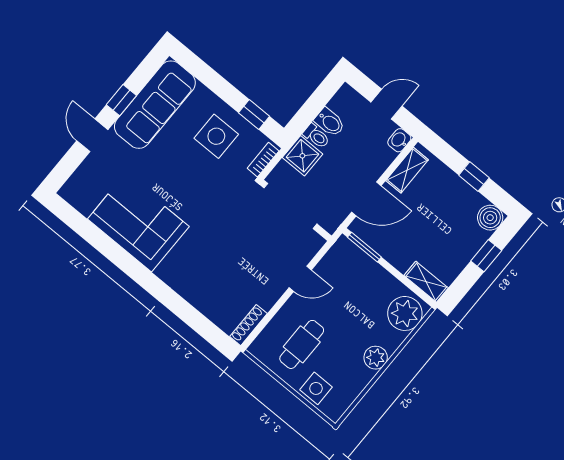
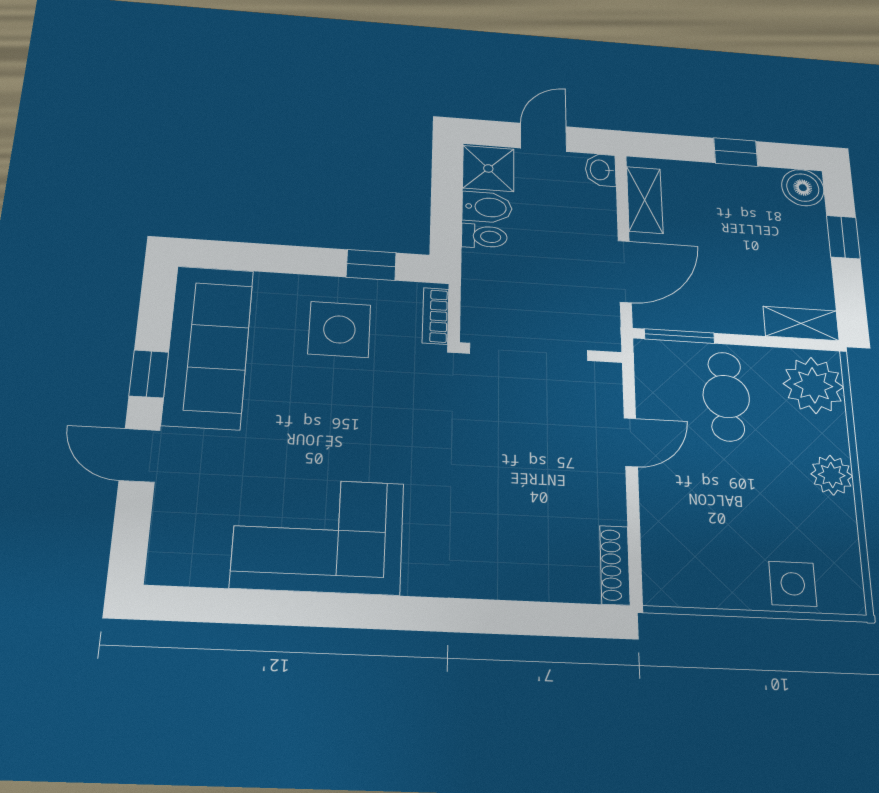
shower: (302, 156) -> (488, 168), moved
cafe table: (302, 344) -> (726, 396), moved

